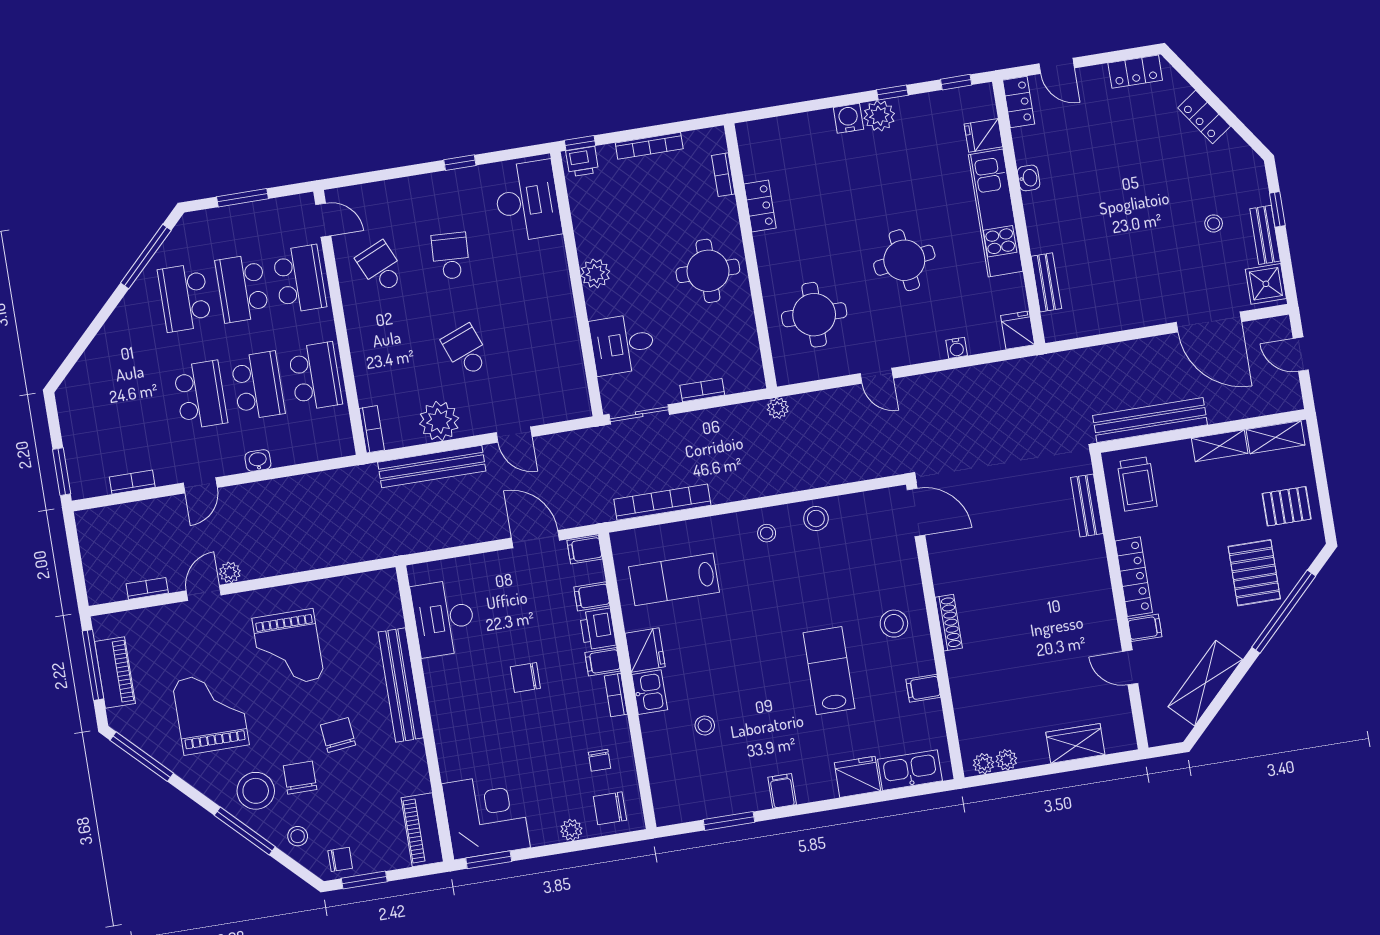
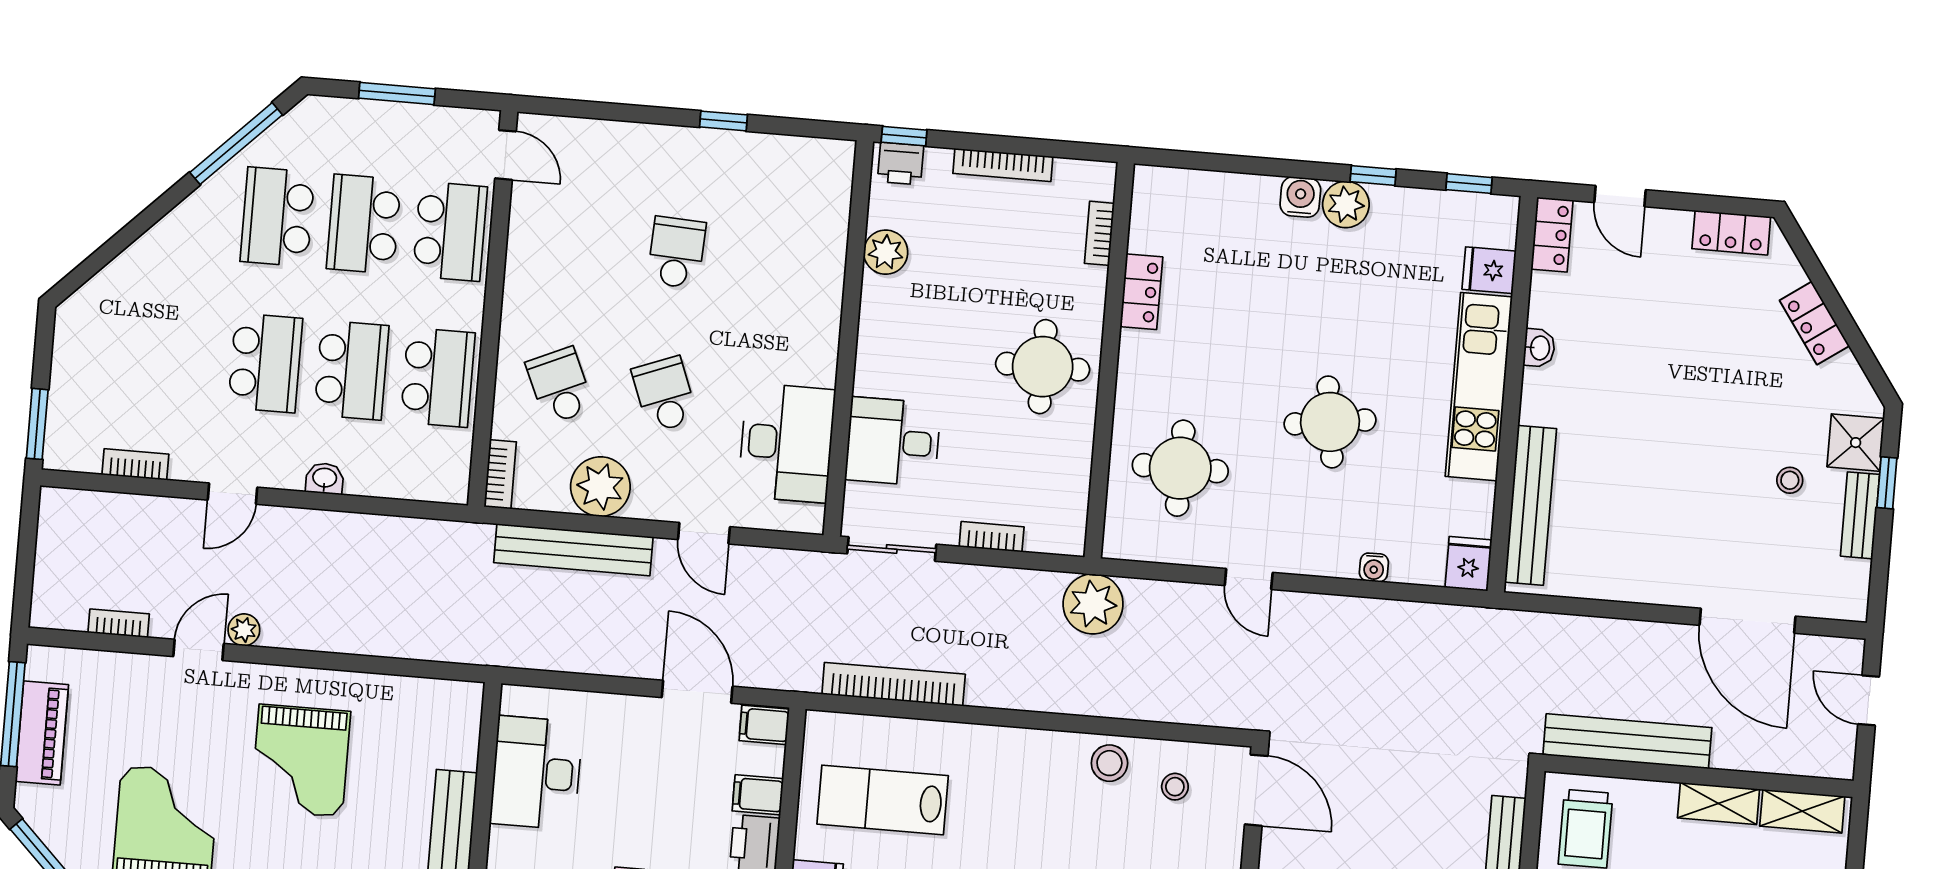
desk: (527, 201) -> (787, 443), moved
school desk: (381, 267) -> (560, 386), moved
plant: (595, 273) -> (886, 252), moved
bench: (1046, 282) -> (1531, 505), width x1.86, depth x1.21
shower: (1266, 284) -> (1856, 443), moved
plant: (778, 408) -> (1093, 604), width x1.88, depth x1.88
stool: (767, 533) -> (1175, 787), moved

